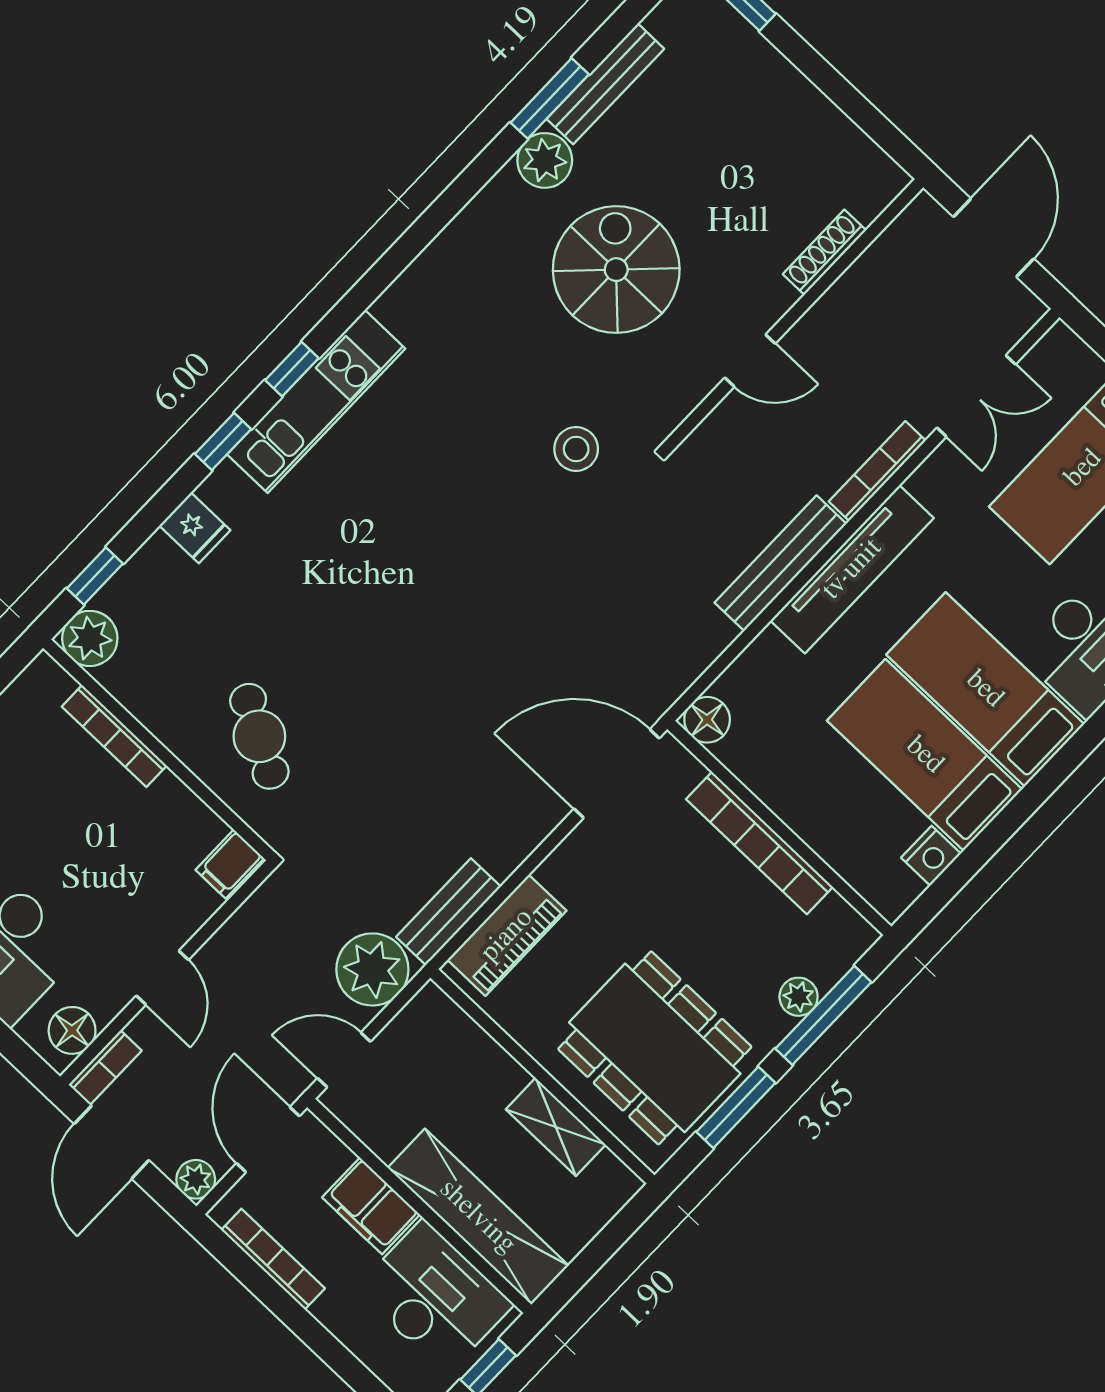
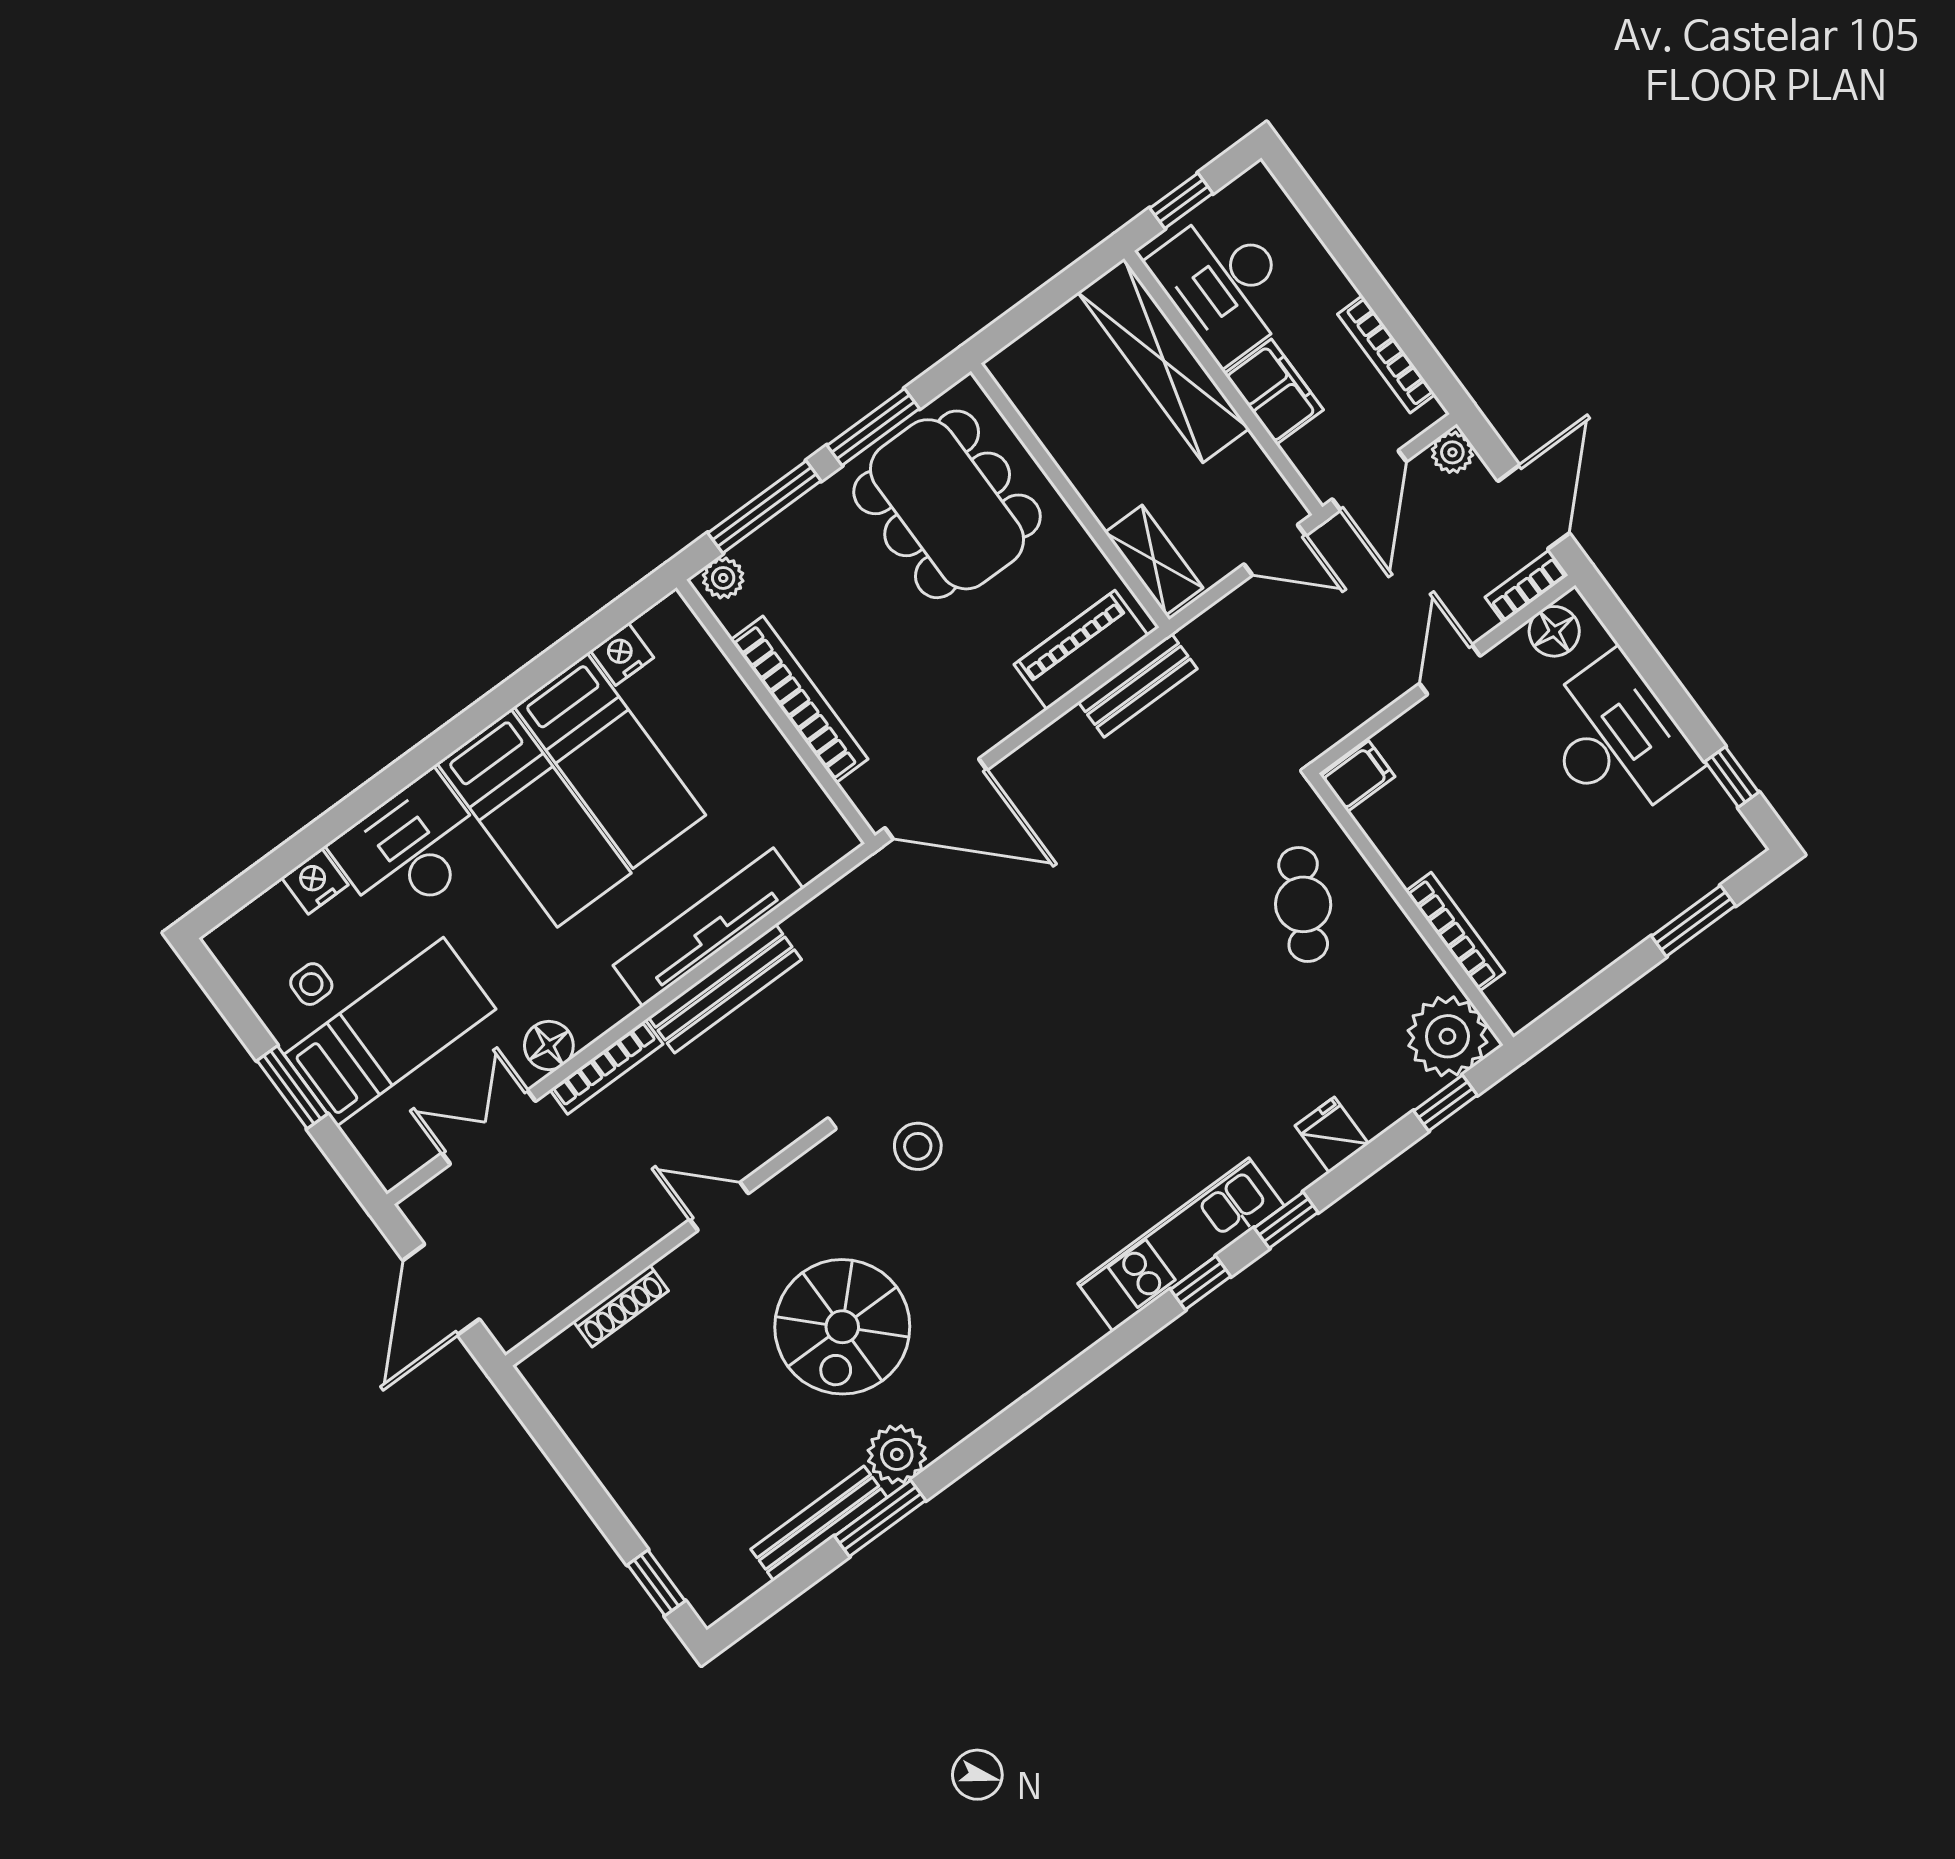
tv unit: (852, 569) -> (708, 927), moved
plant: (90, 638) -> (1447, 1036), width x1.36, depth x1.36
floor lamp: (707, 720) -> (549, 1045), moved
plant: (372, 969) -> (1228, 639), removed
plant: (799, 997) -> (723, 578), moved
shelving: (556, 1127) -> (1154, 560), moved

